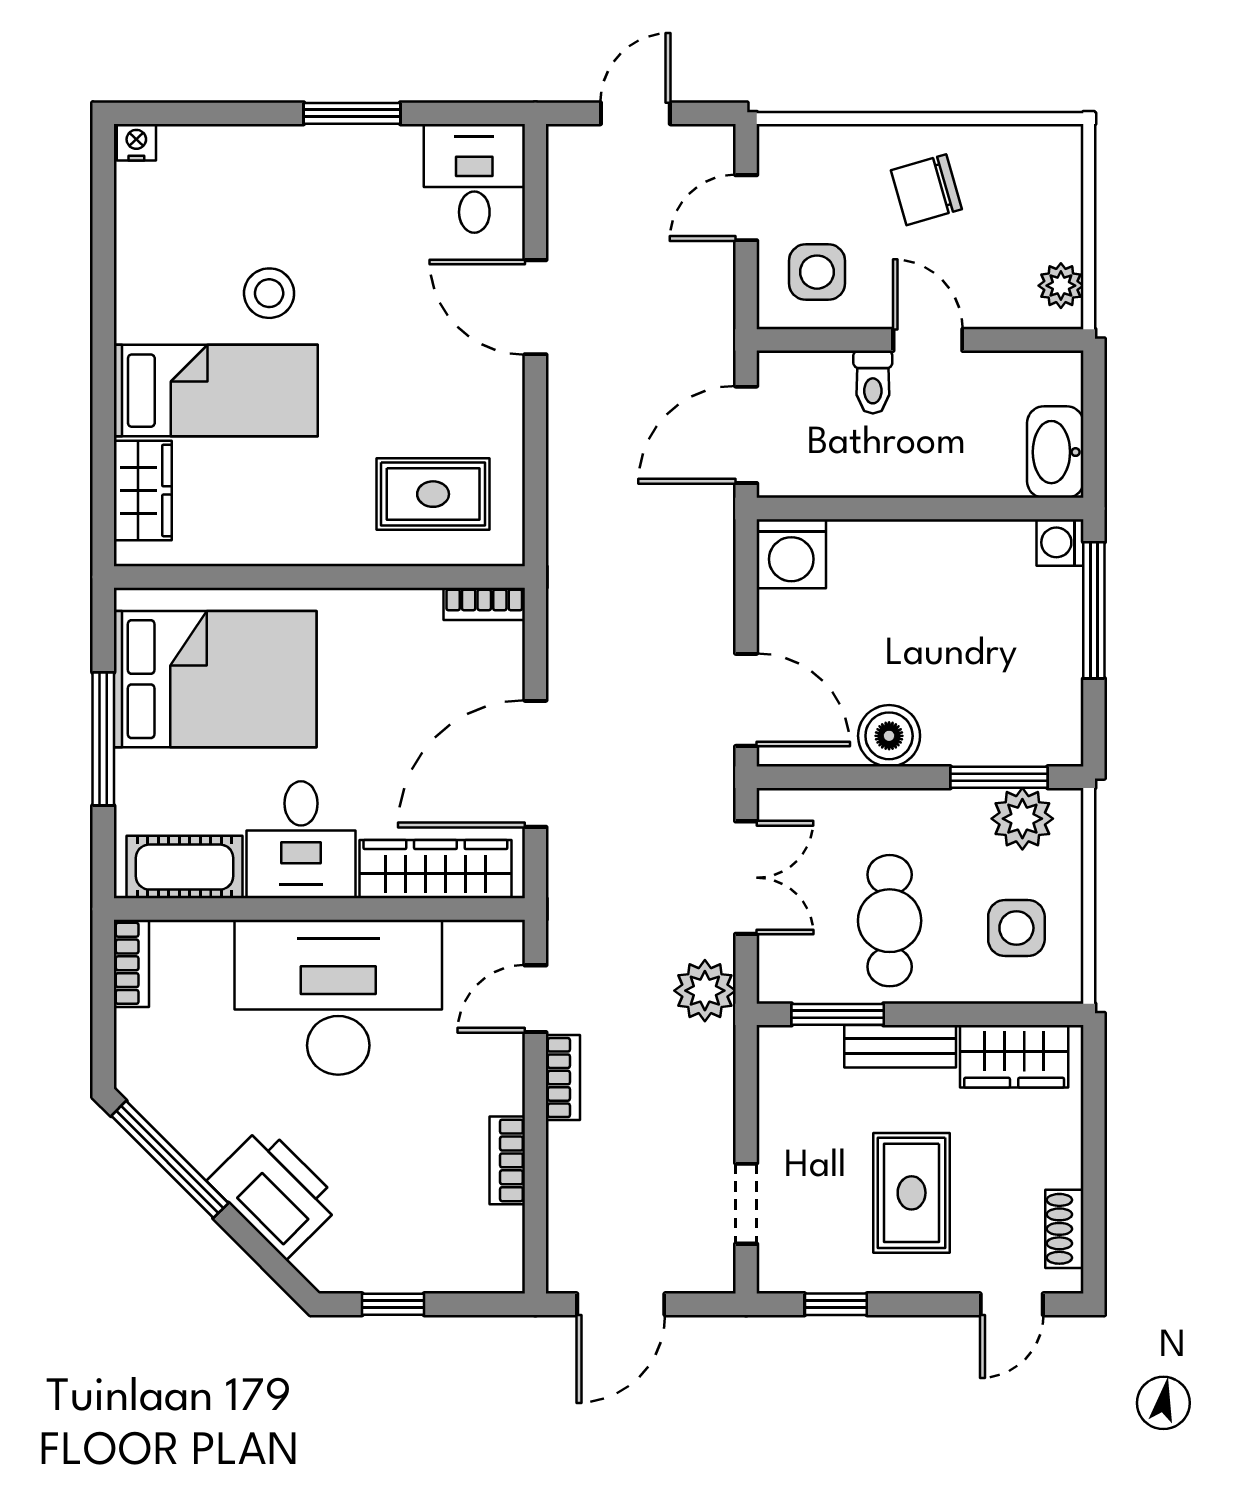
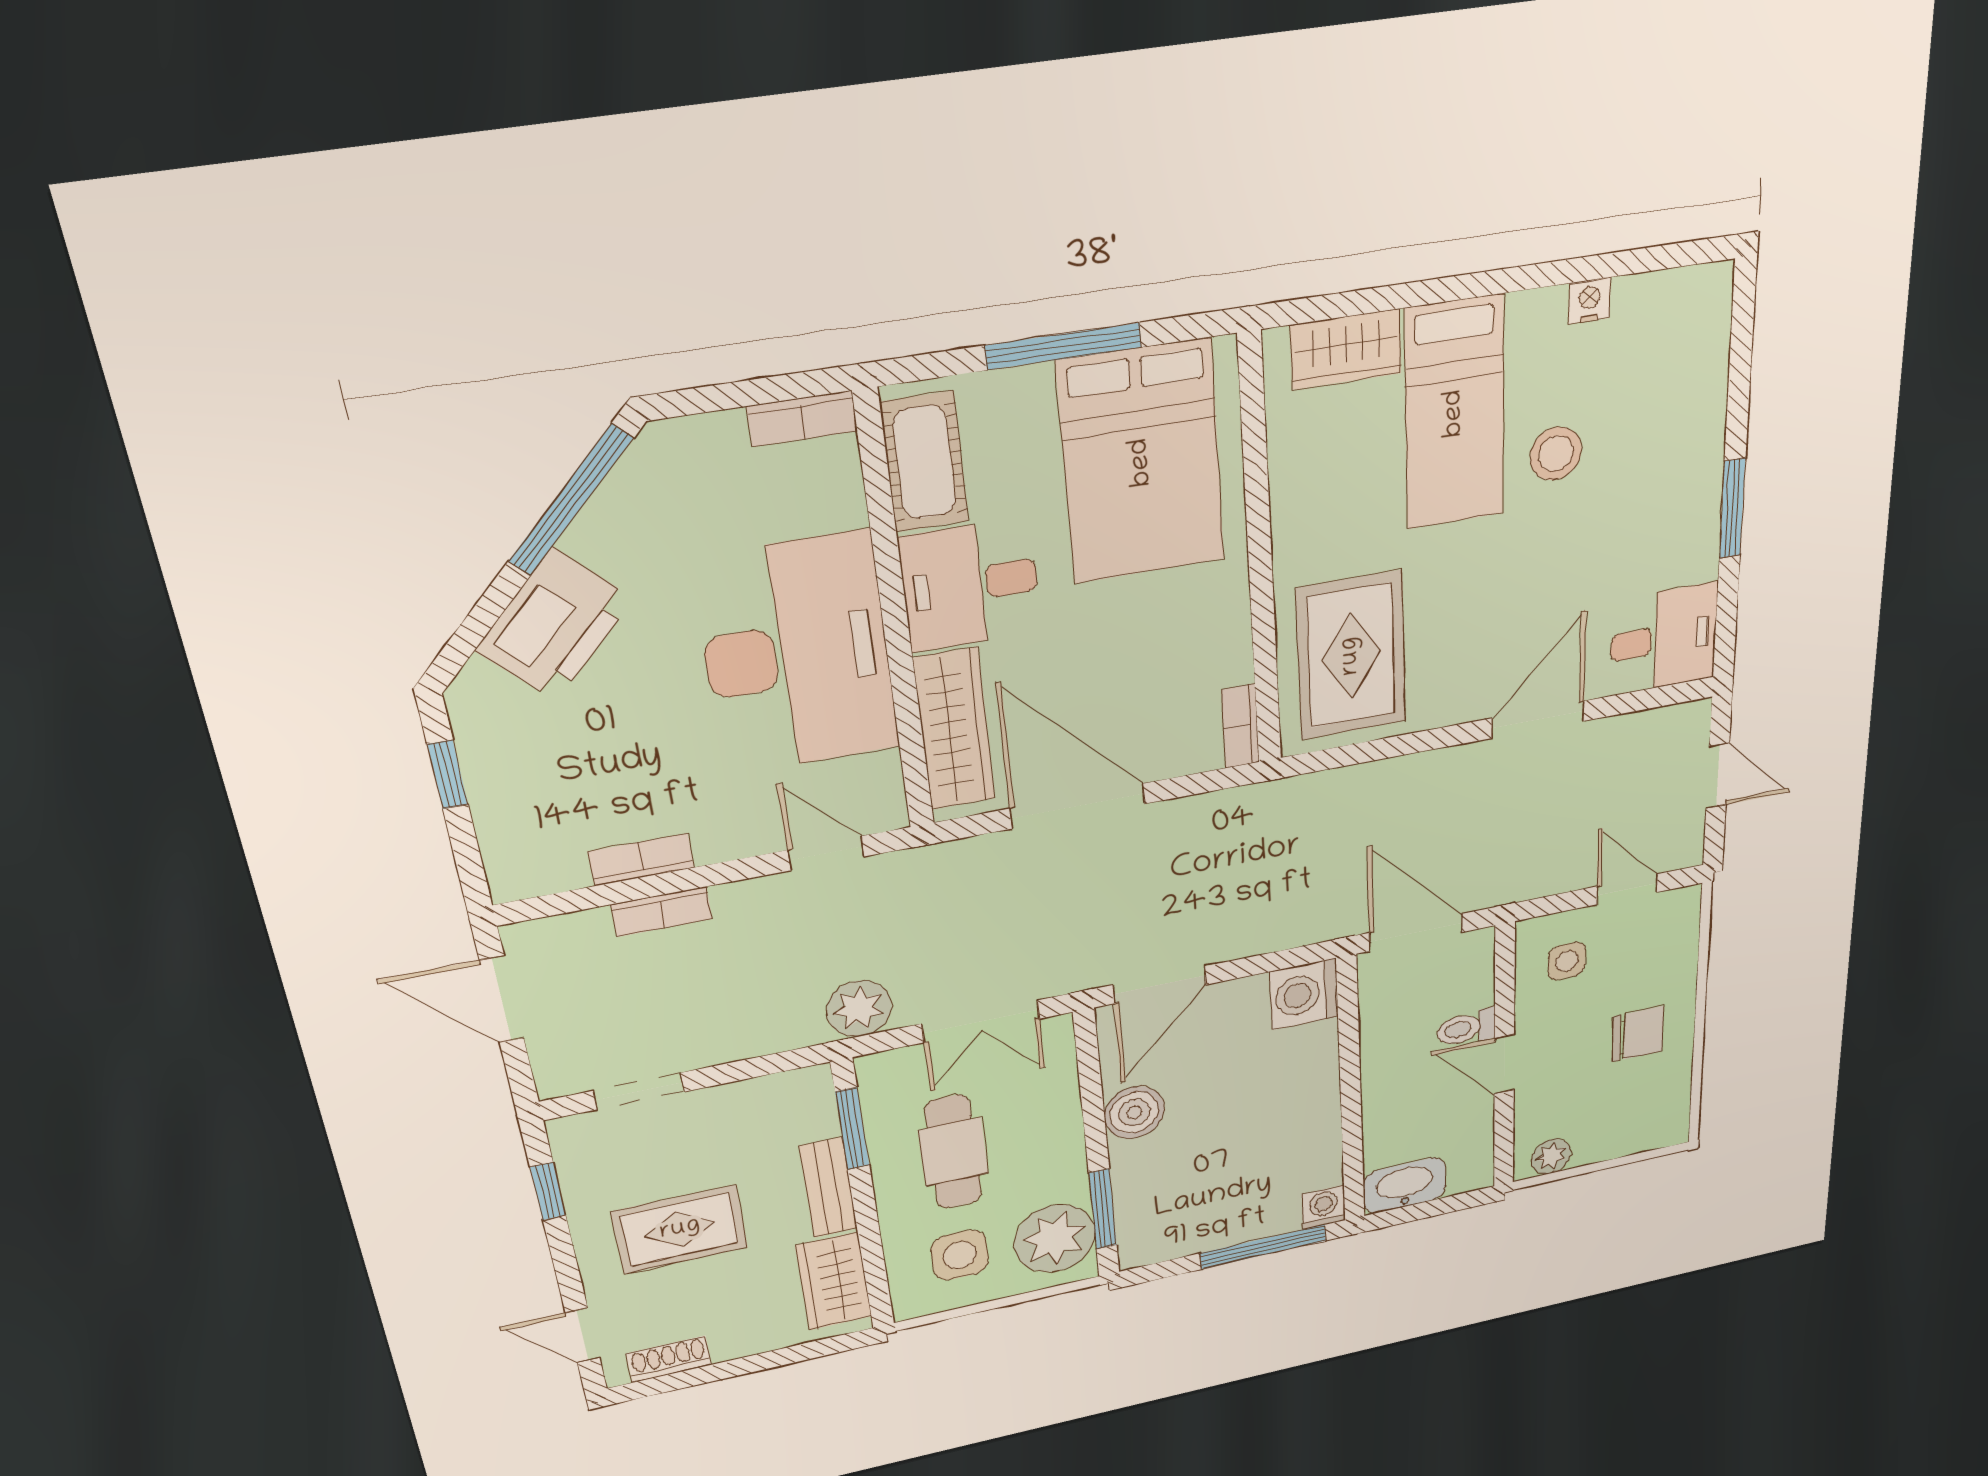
nightstand: (136, 142) -> (1589, 301), moved, turned -90
chair: (926, 190) -> (1638, 1034), turned 106
side table: (817, 272) -> (1567, 961), width x0.73, depth x0.73
door: (928, 340) -> (1504, 1064), swing flipped
rug: (433, 494) -> (1351, 656), width x1.36, depth x1.43
plant: (1022, 819) -> (1055, 1238), width x1.36, depth x1.36
cafe table: (890, 921) -> (953, 1152), turned 90
bookcase: (563, 1078) -> (662, 912), moved

